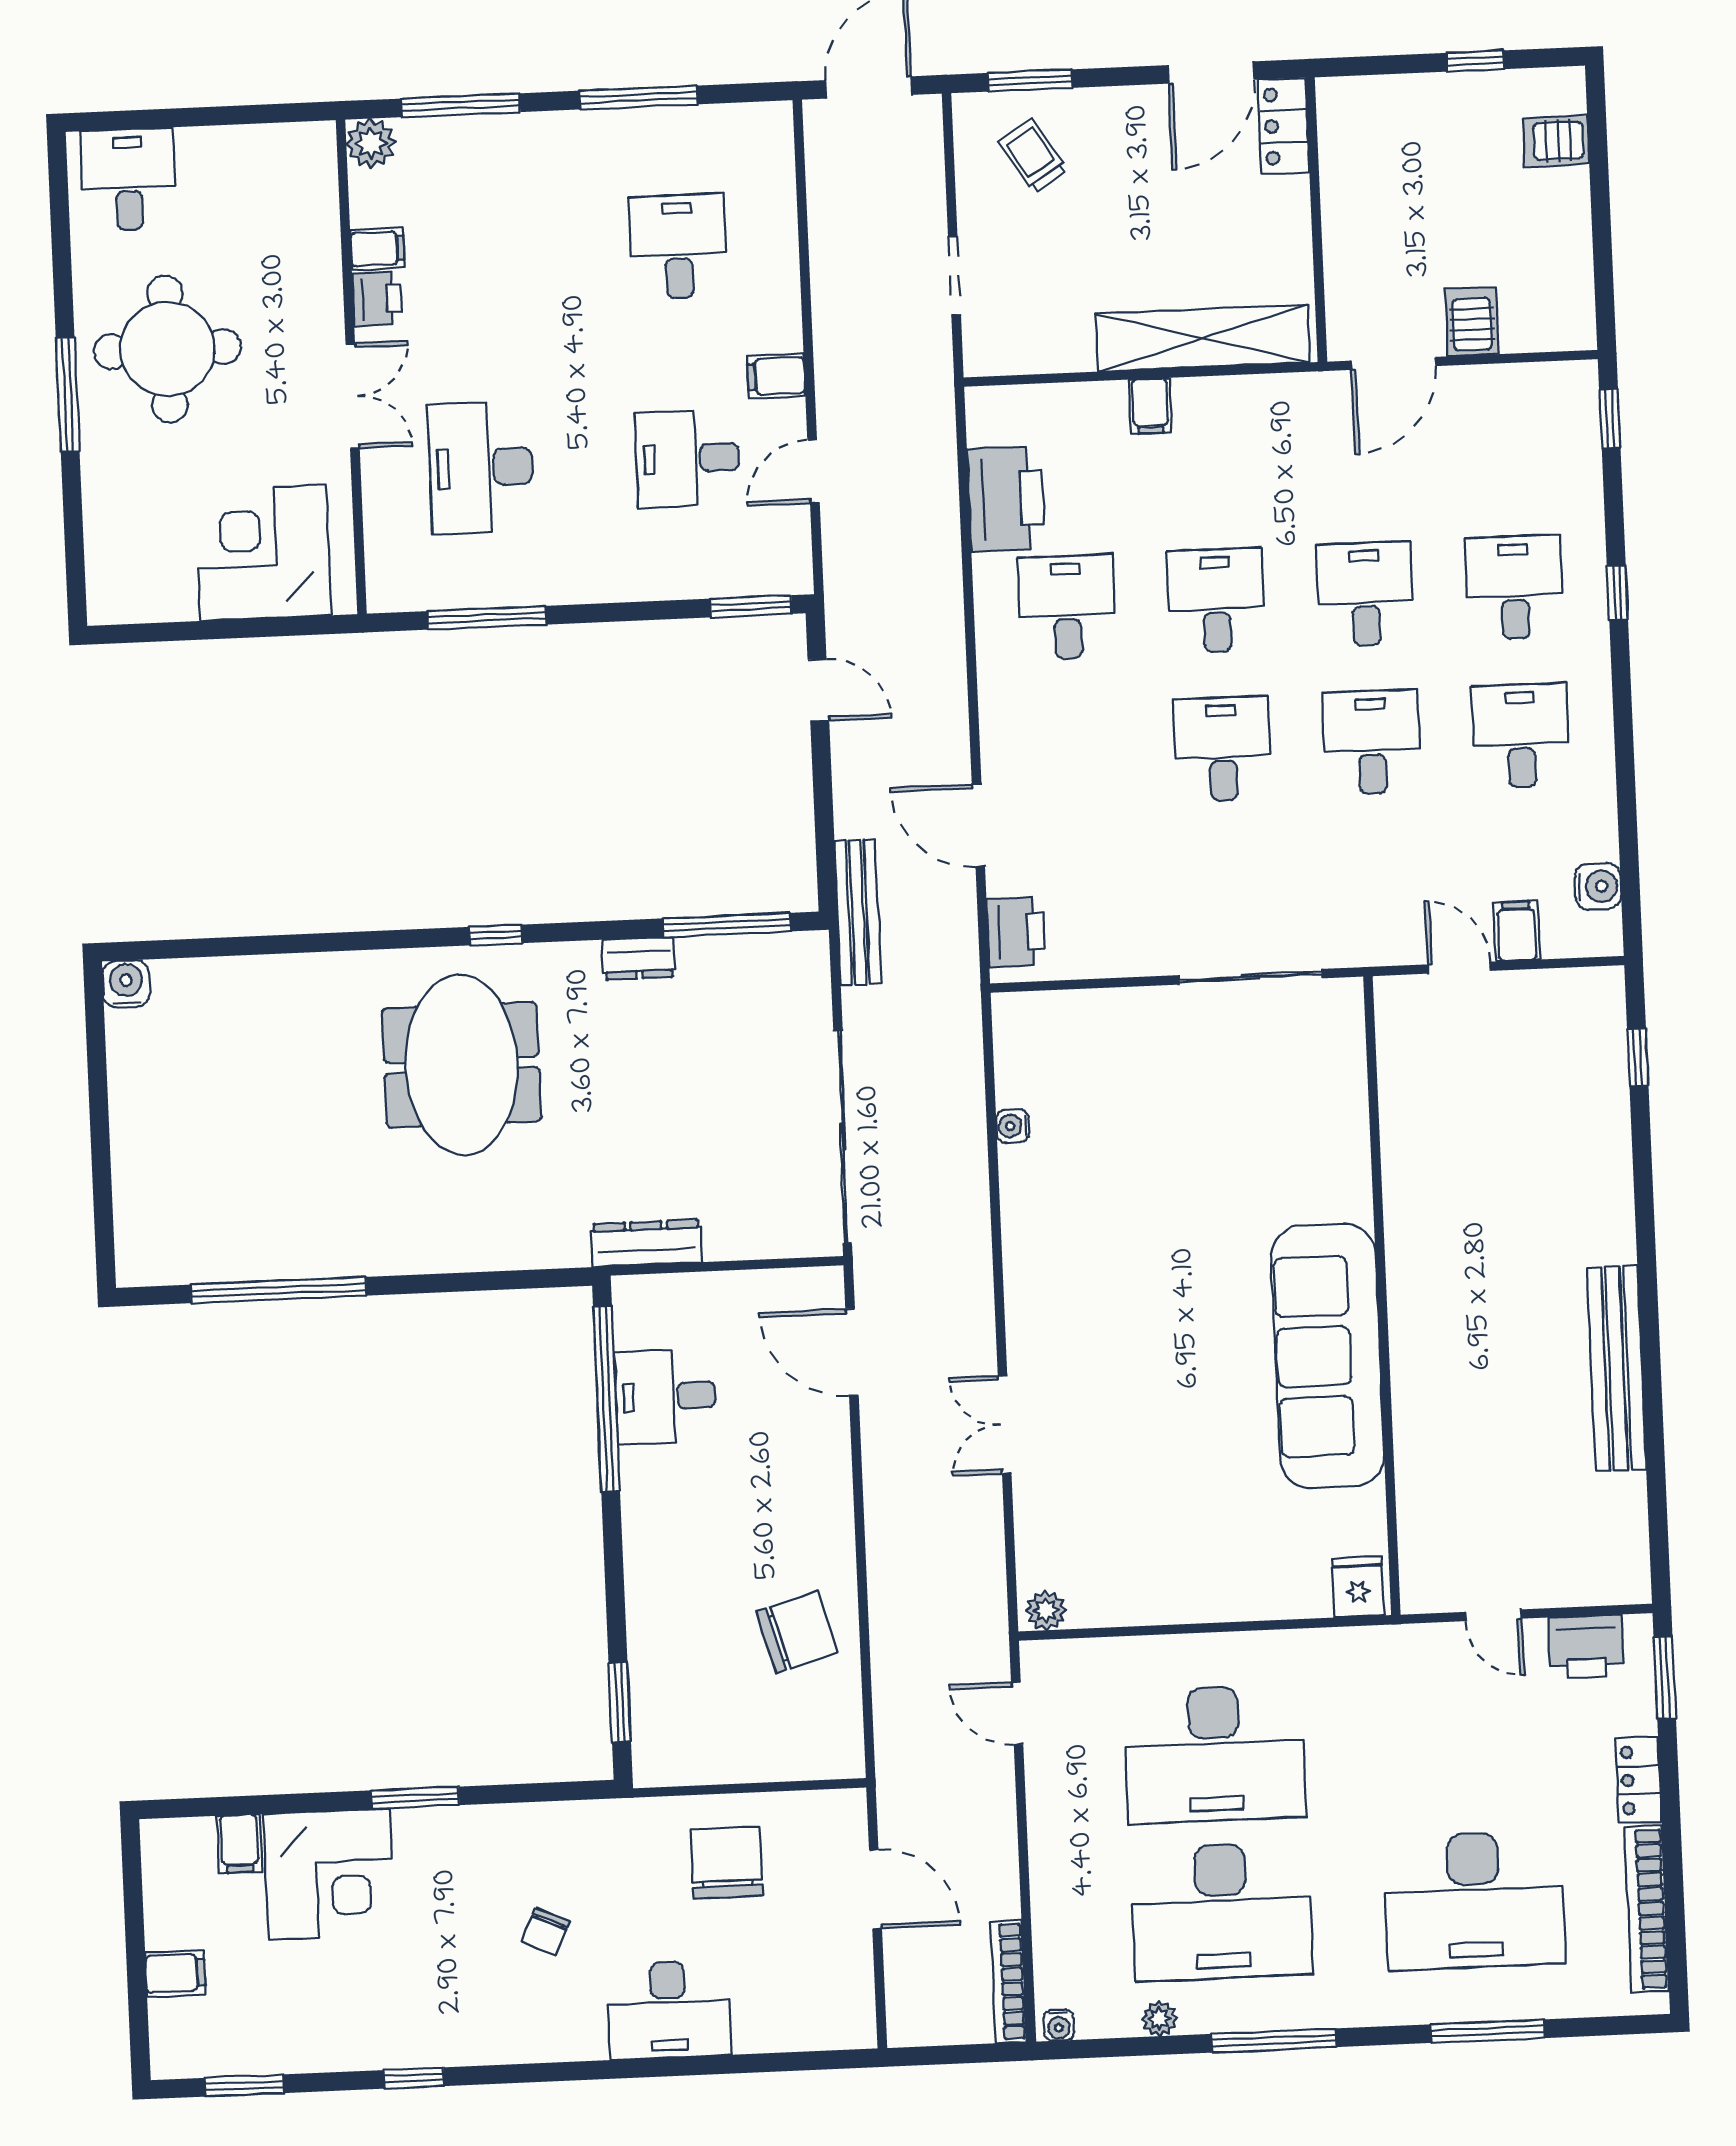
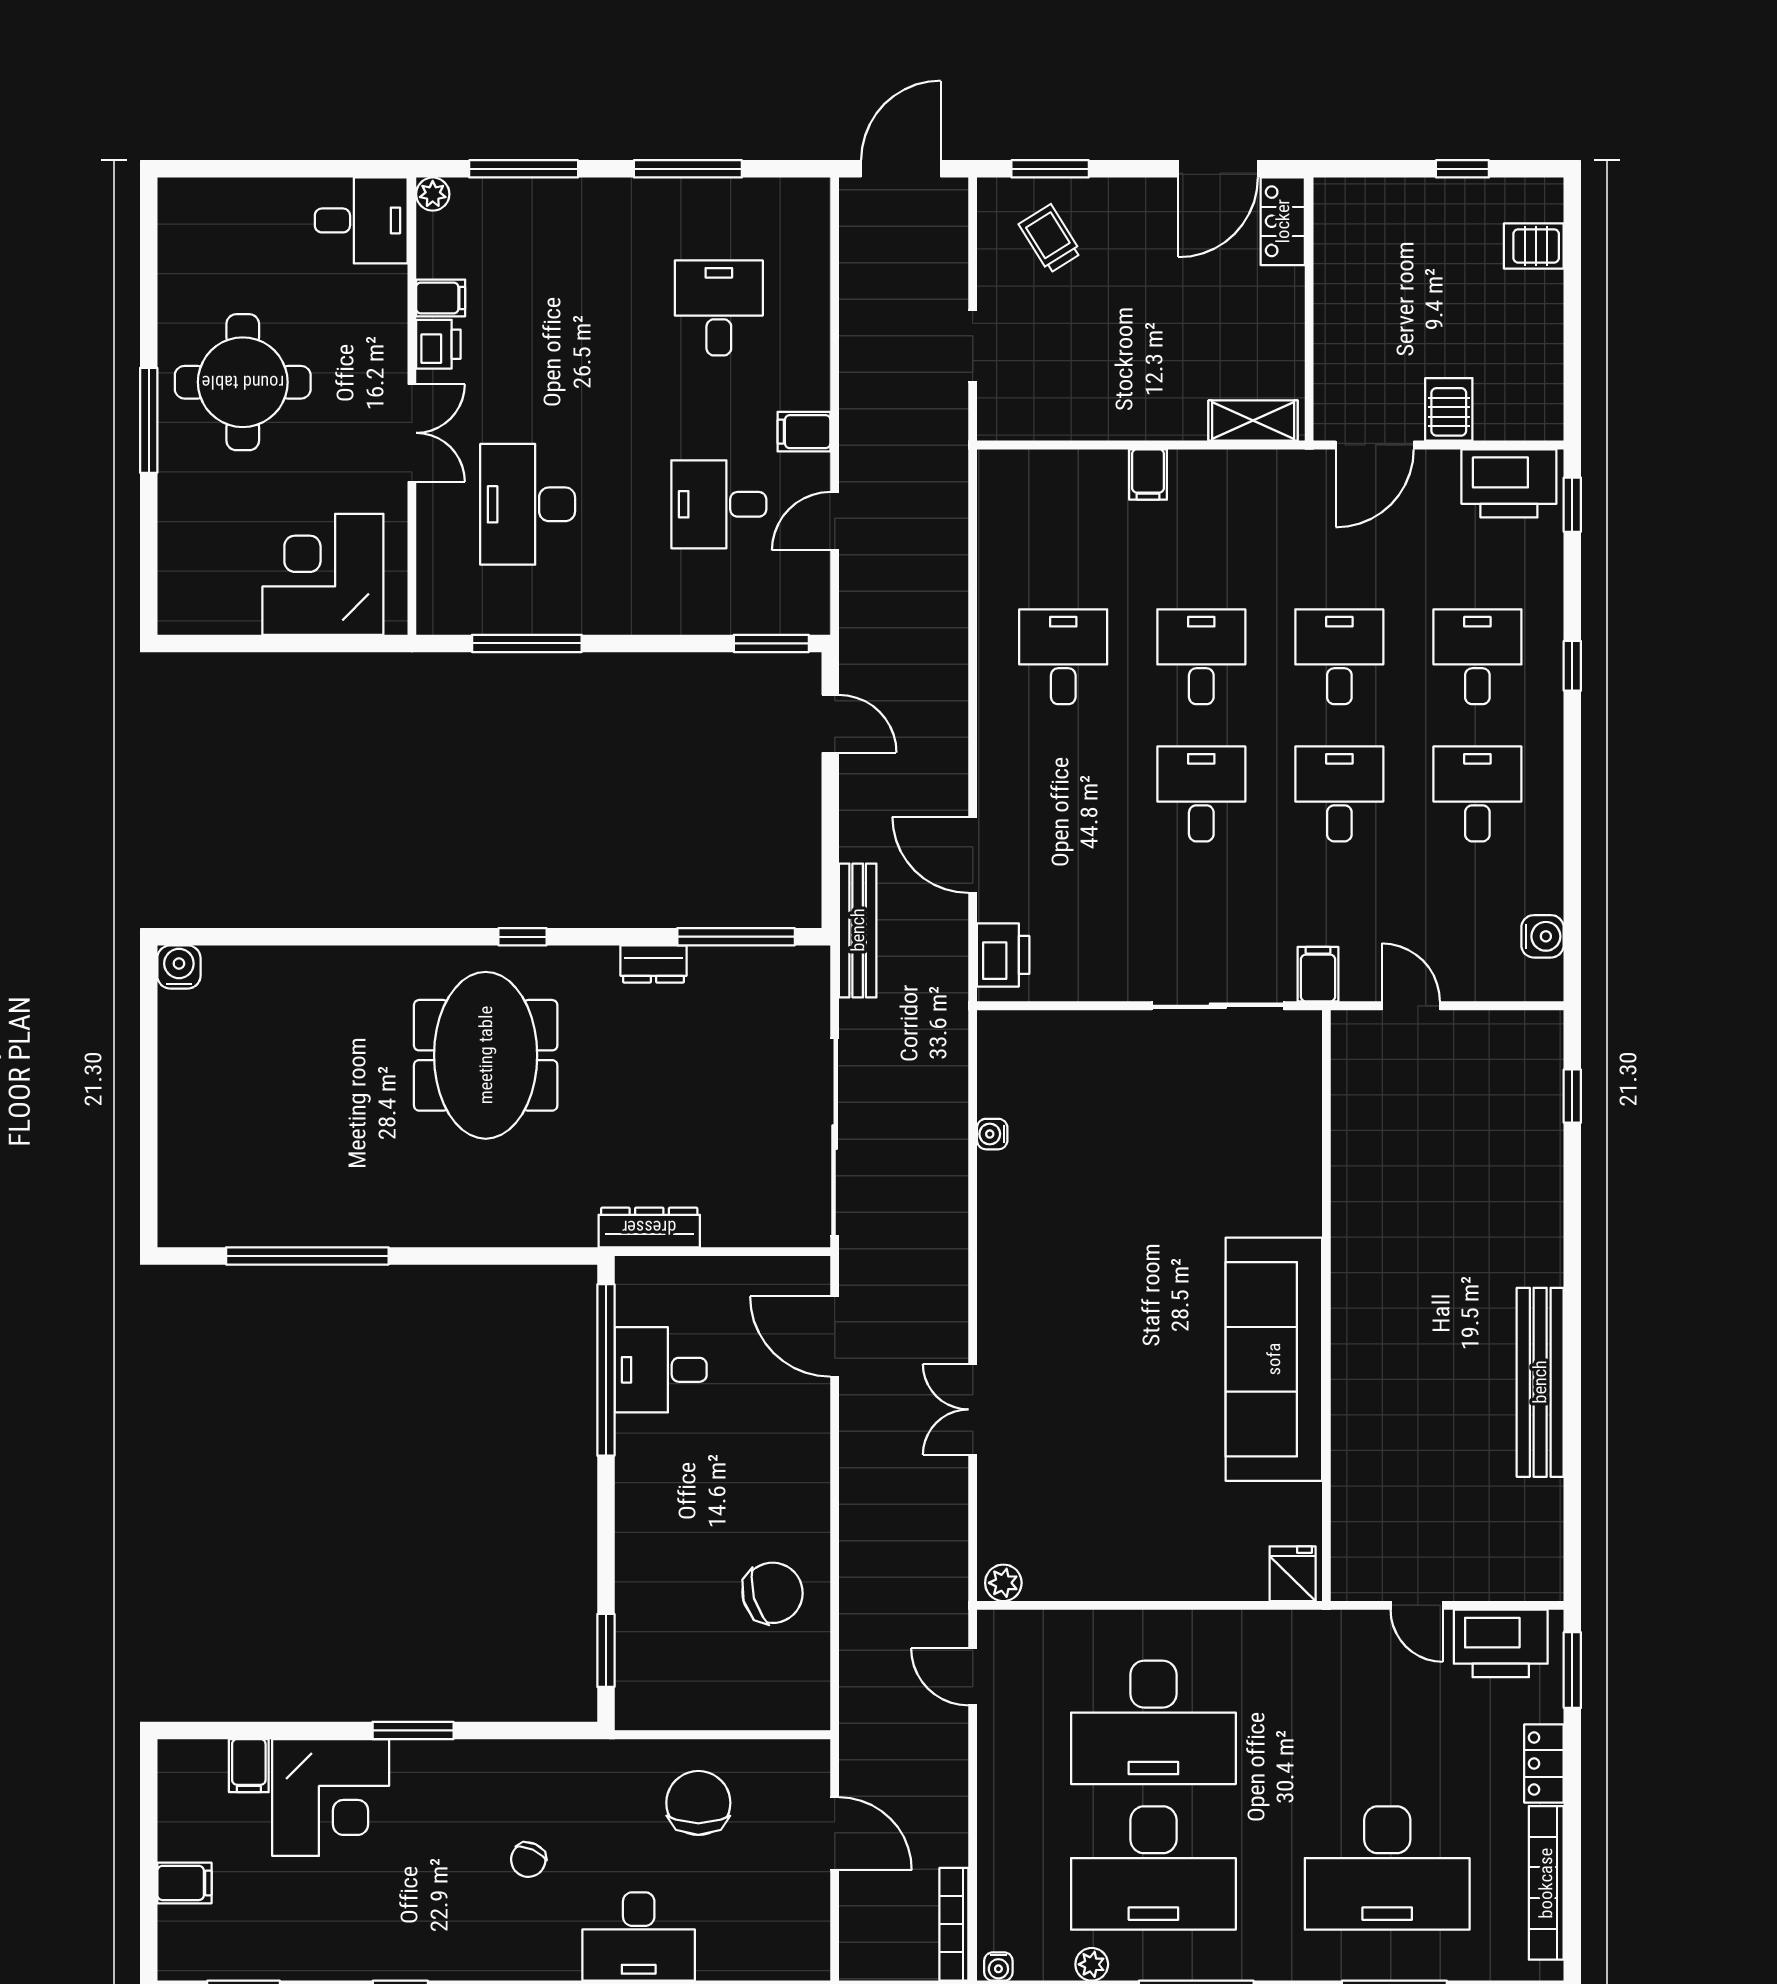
plant: (371, 143) -> (433, 194), width x0.73, depth x0.73
desk: (128, 179) -> (361, 220), moved, turned 90
shelving: (1203, 338) -> (1253, 421), width x0.45, depth x0.75
printer: (1006, 499) -> (1509, 483), moved, turned 90
filing cabinet: (1517, 931) -> (1318, 974), moved
printer: (1586, 1647) -> (1501, 1643), width x1.37, depth x1.19

